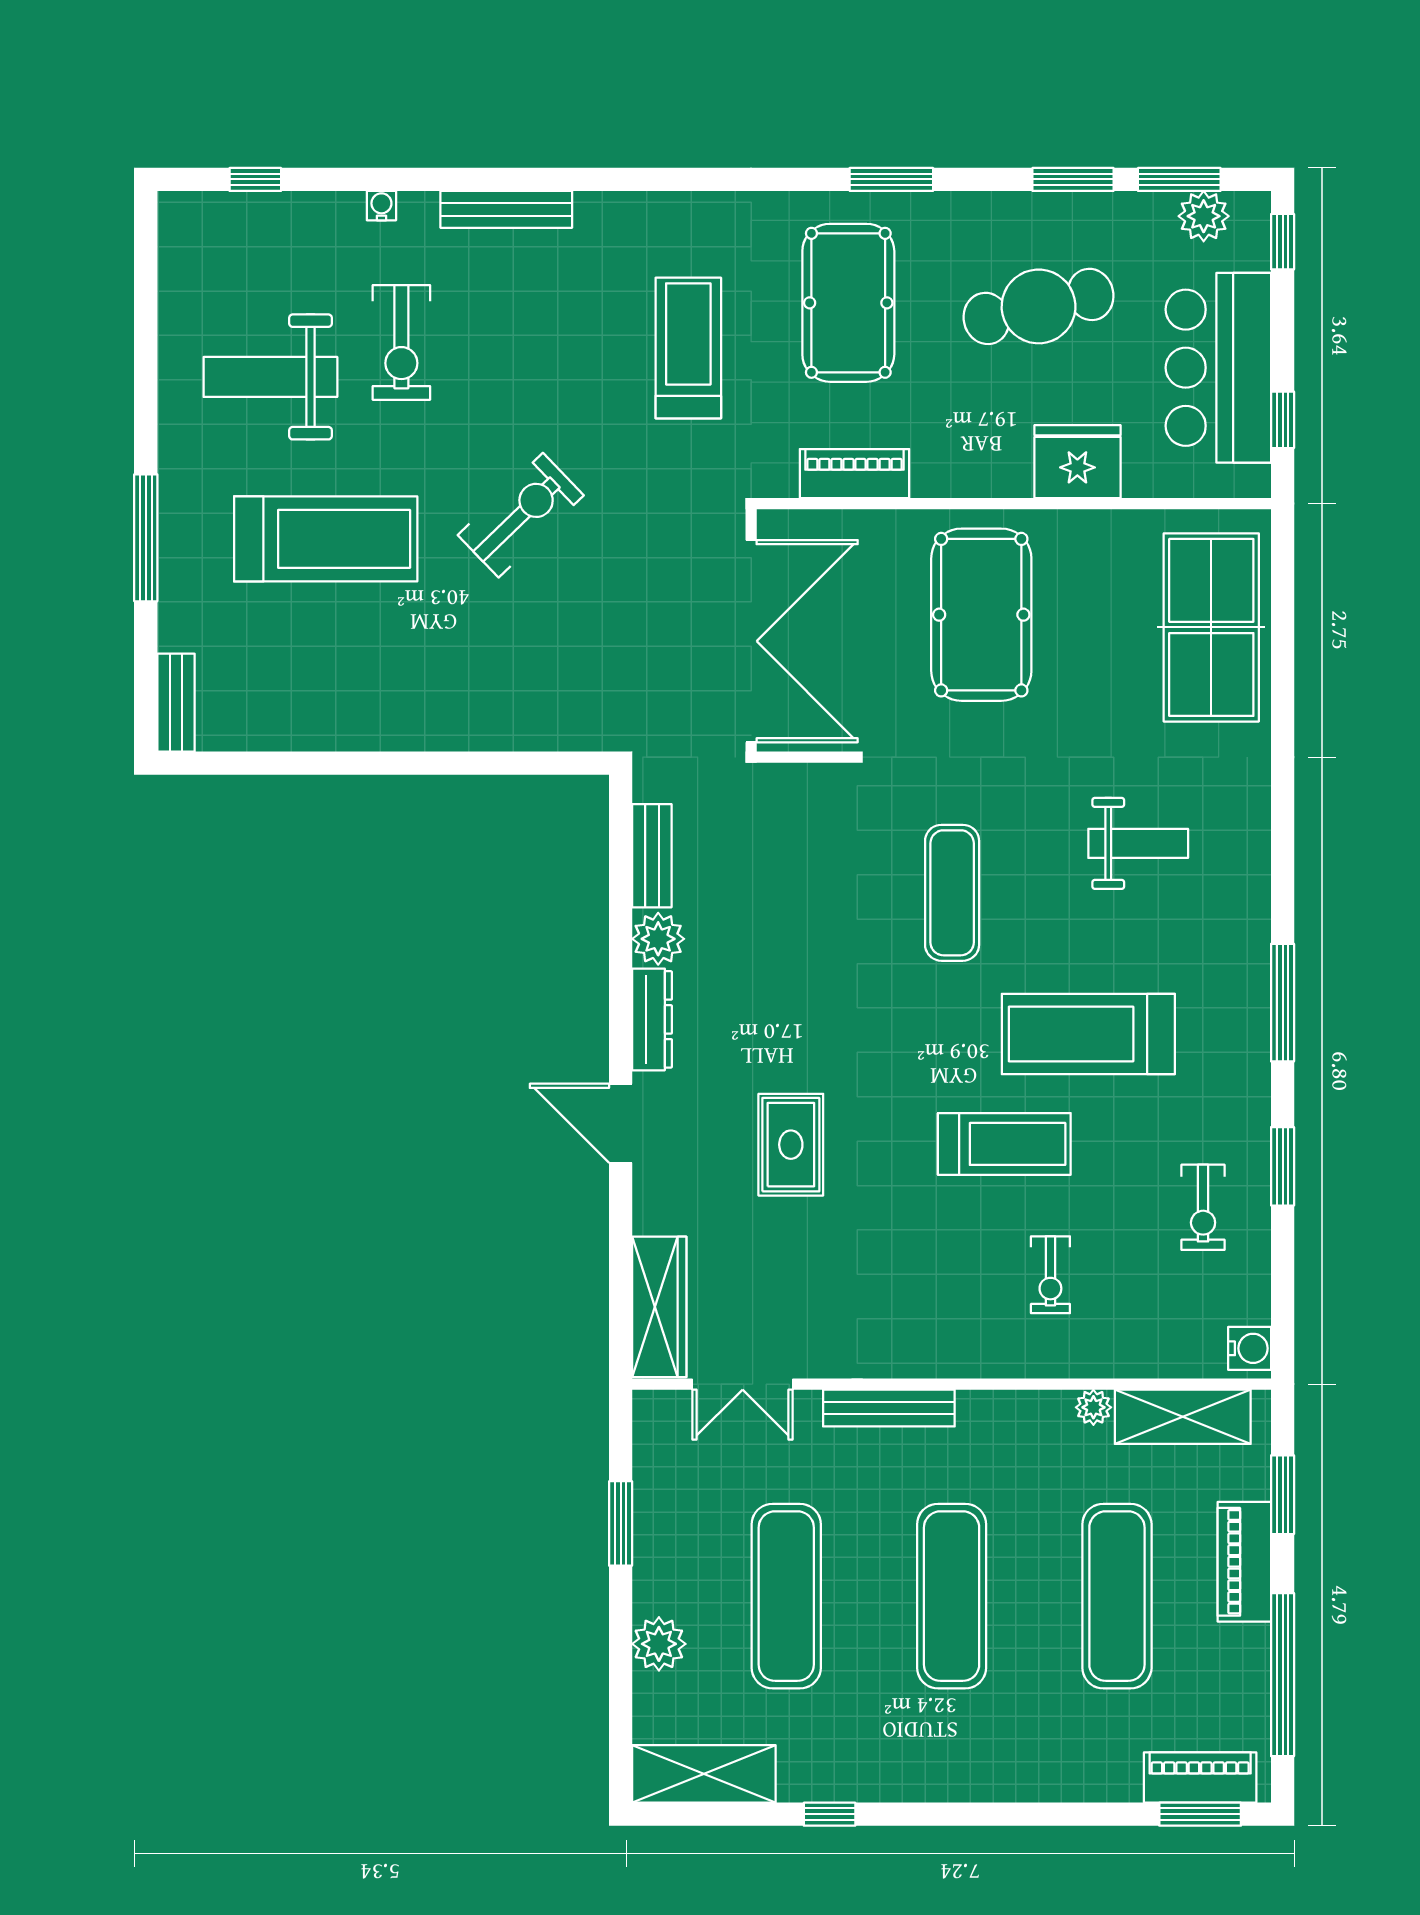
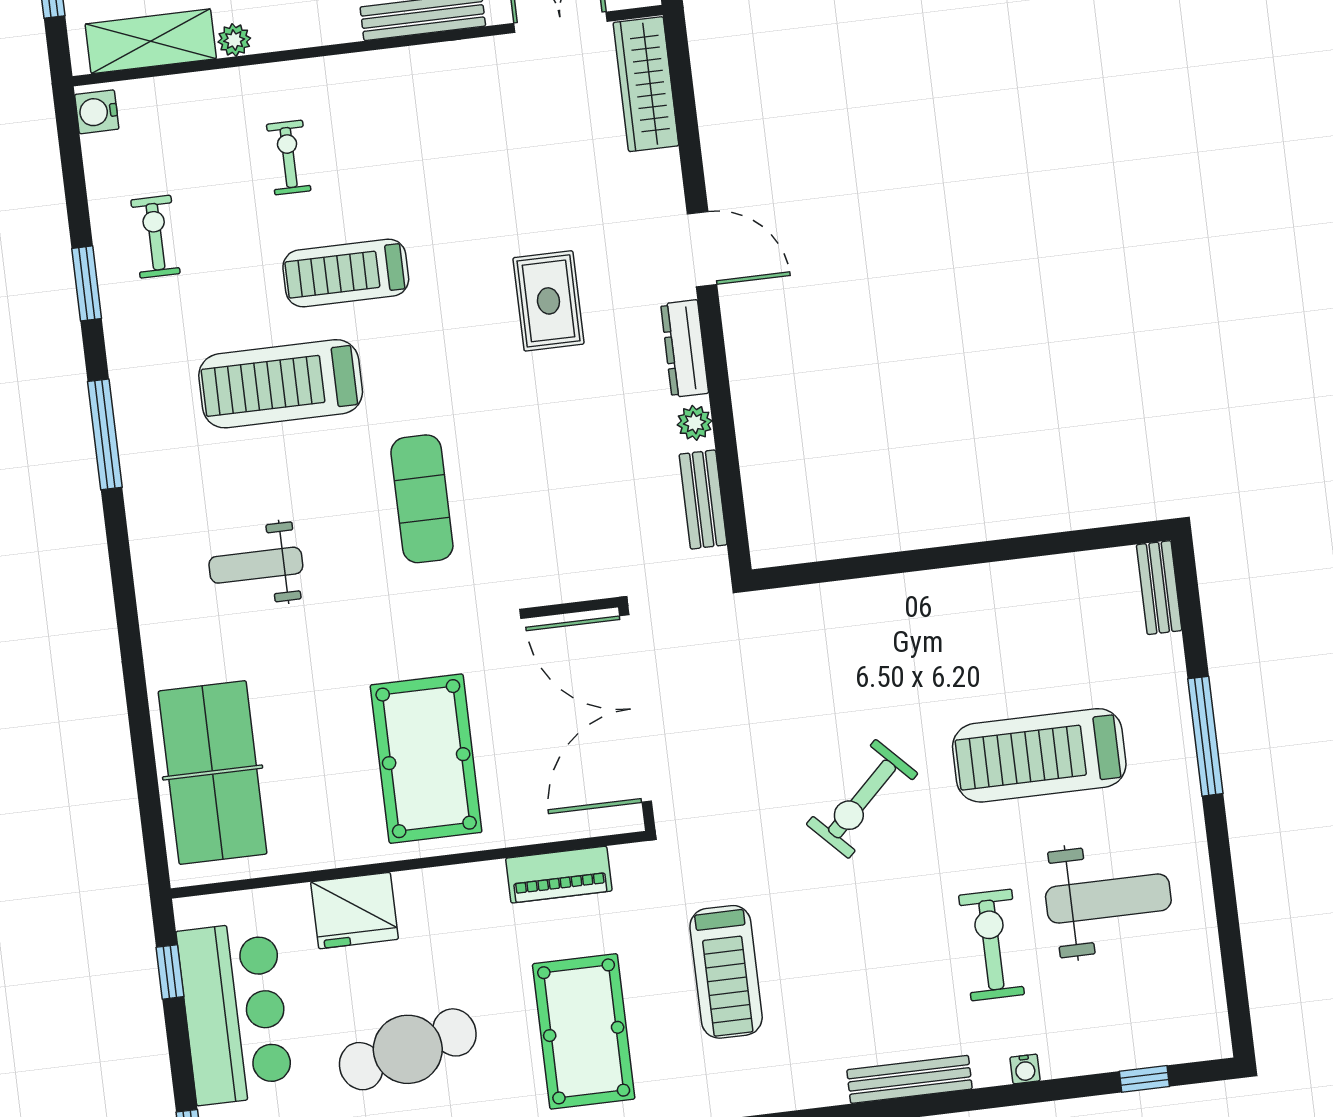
plant: (658, 939) -> (695, 423), width x0.73, depth x0.73
treadmill: (1088, 1034) -> (281, 384), turned 180
rug: (791, 1145) -> (548, 301), moved

